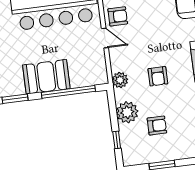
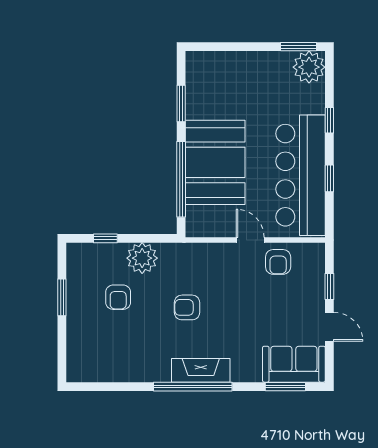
door: (105, 38) -> (250, 240), swing flipped
booth: (46, 77) -> (215, 162), width x1.36, depth x1.42
plant: (120, 80) -> (188, 254), removed

